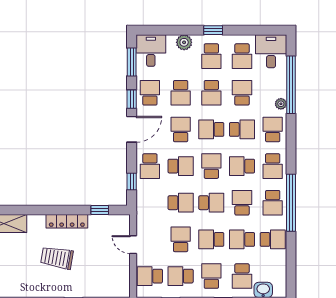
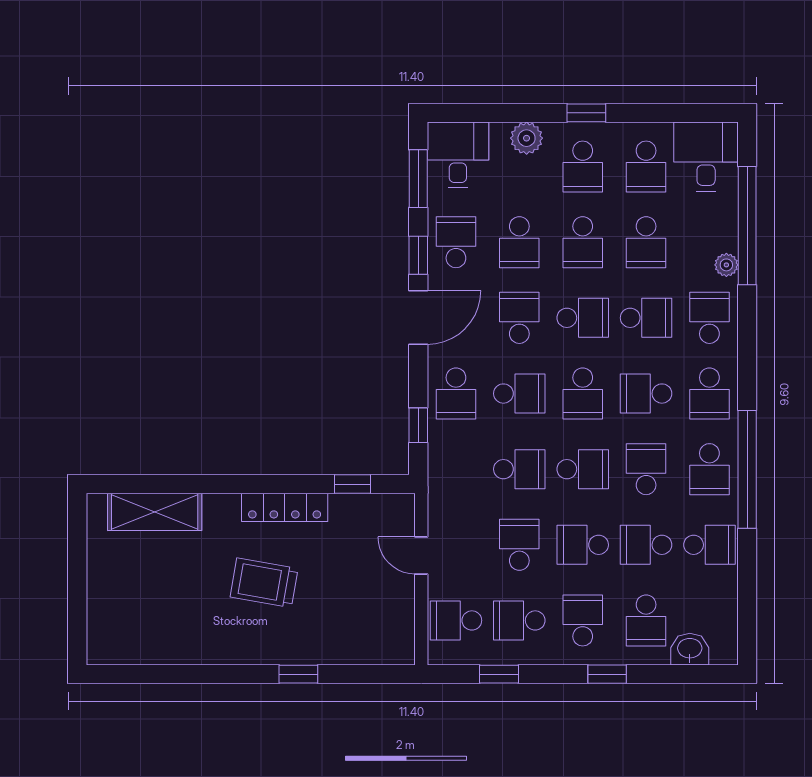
school desk: (242, 93) -> (646, 242), turned 180
school desk: (211, 129) -> (583, 318), turned 180
school desk: (211, 166) -> (583, 394), turned 180

